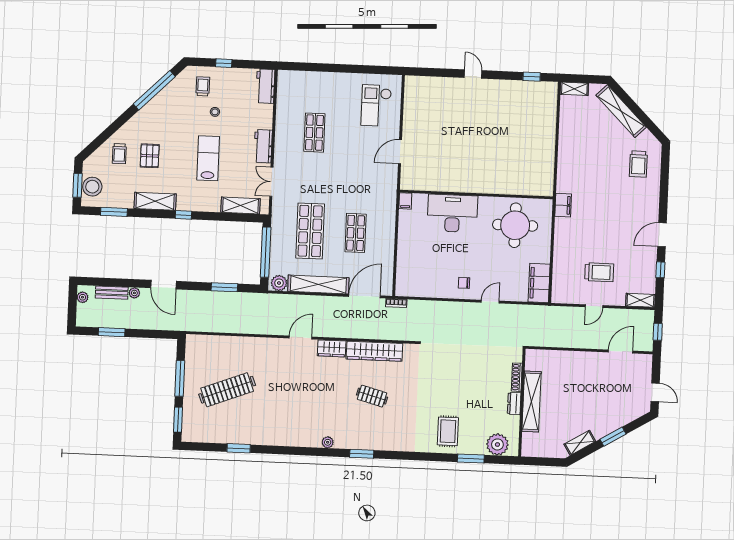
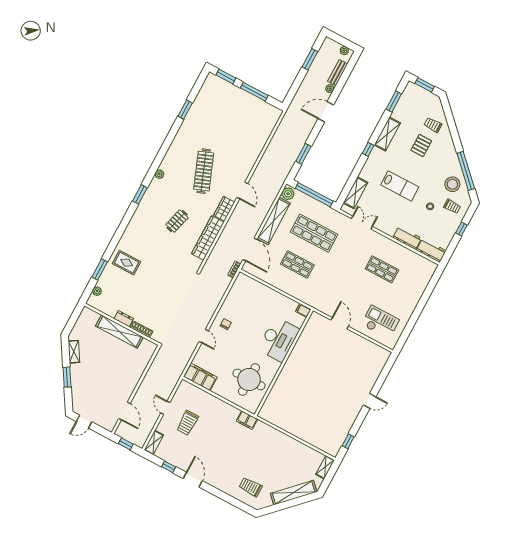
workbench: (263, 146) -> (407, 238), moved
pallet: (150, 156) -> (421, 146), turned 90
stool: (92, 187) -> (452, 184), moved
clothes rail: (227, 390) -> (204, 171), moved
plant: (497, 444) -> (97, 291), width x0.53, depth x0.53

